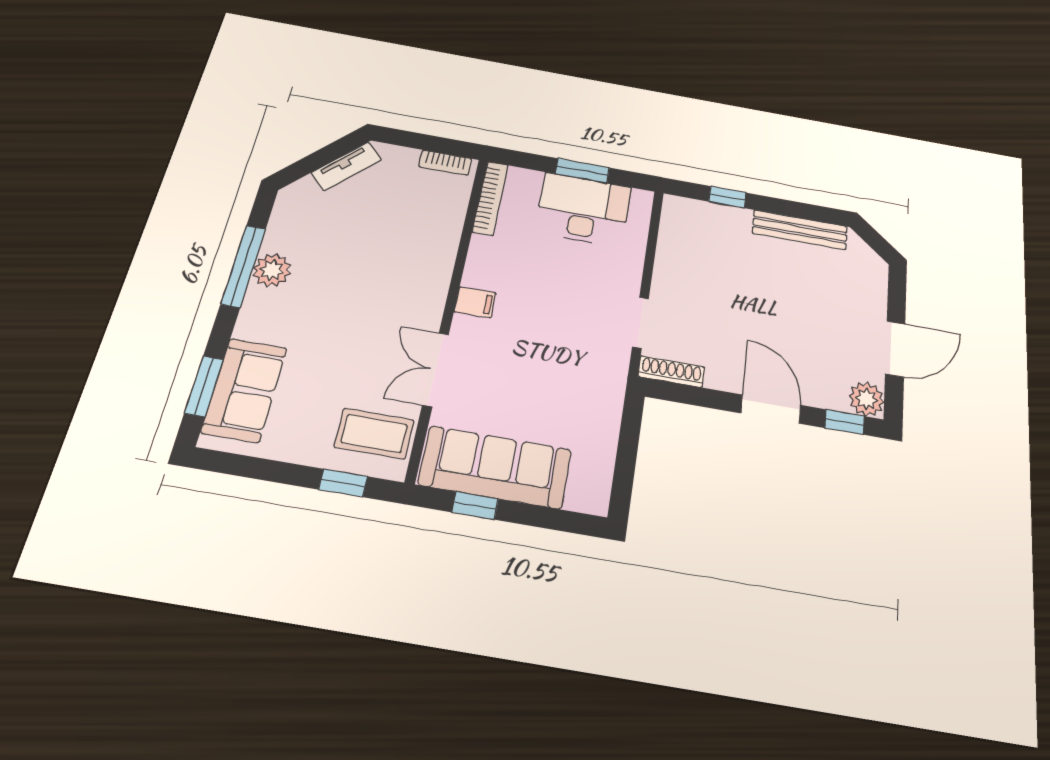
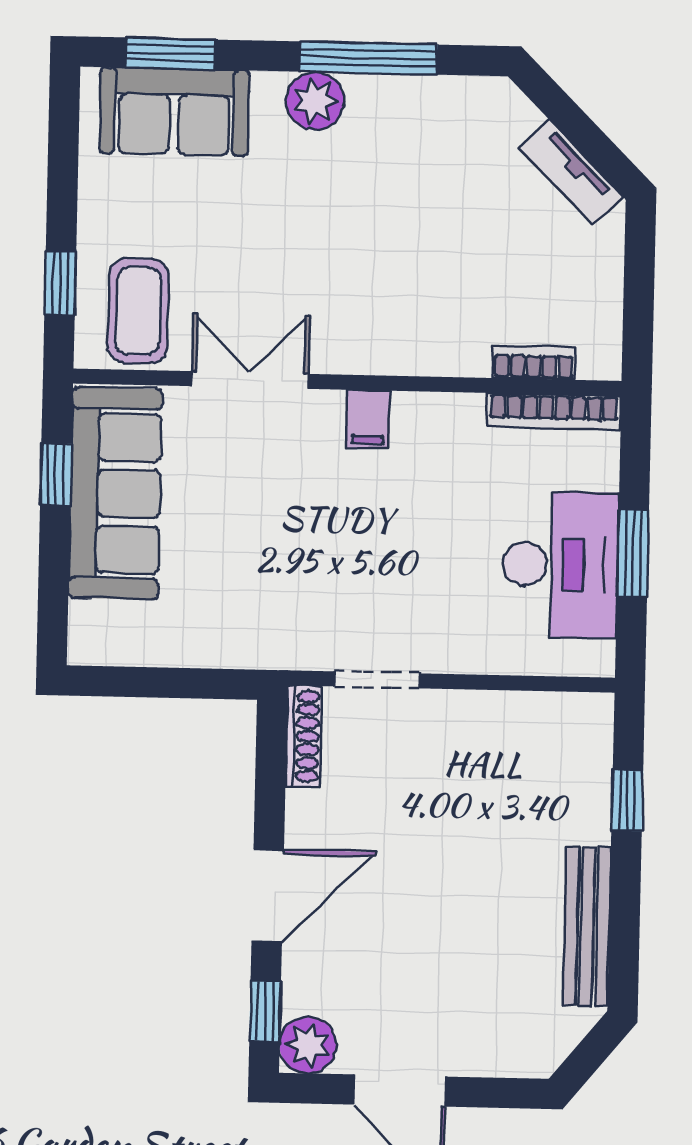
bookcase: (445, 163) -> (534, 363), moved, turned 90
plant: (272, 270) -> (315, 101), moved

